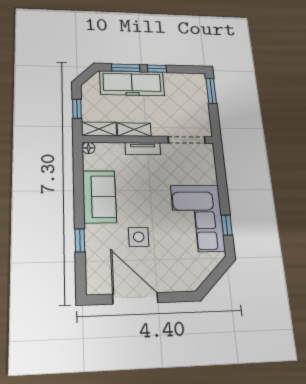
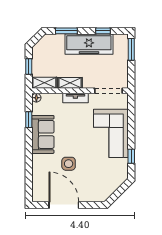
window: (157, 69) -> (103, 31), moved
freezer: (132, 83) -> (89, 44), moved
corner sofa: (198, 218) -> (111, 133), moved
window: (80, 240) -> (29, 120), moved

